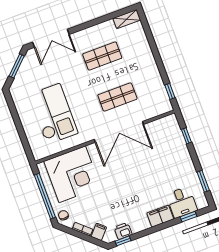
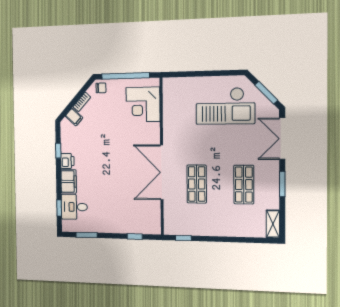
window: (90, 24) -> (282, 184), added
checkout: (53, 114) -> (225, 106), moved
corner desk: (72, 174) -> (143, 104), width x0.74, depth x0.74
printer: (123, 231) -> (67, 161), moved
window: (123, 241) -> (58, 151), moved

